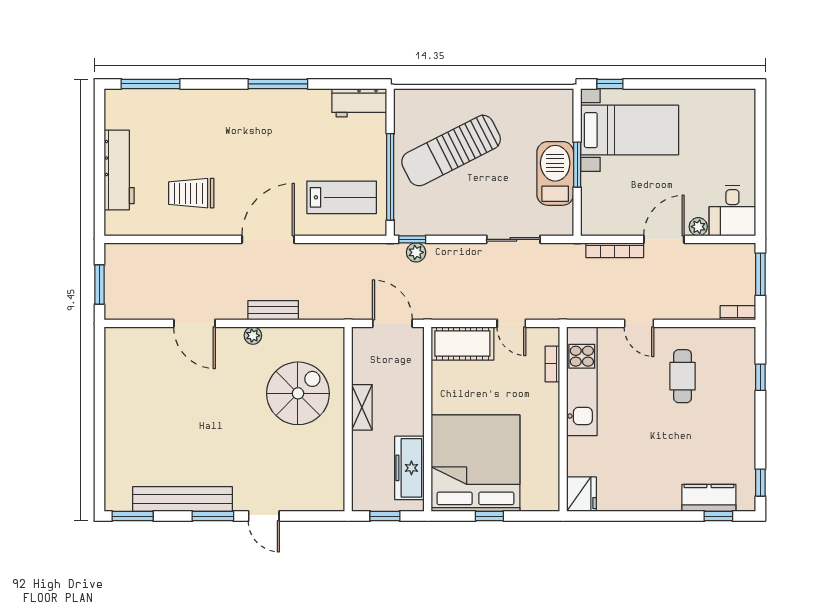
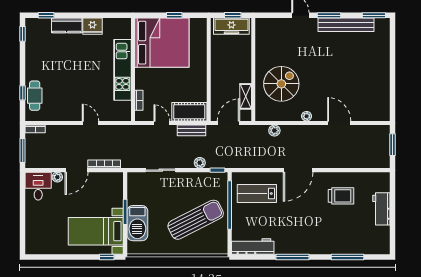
window: (150, 84) -> (347, 257), moved
workbench: (359, 103) -> (253, 246), width x1.37
workbench: (119, 170) -> (381, 209), width x0.73
barbecue: (555, 173) -> (137, 223), moved
plant: (416, 252) -> (200, 163), moved
bench: (273, 310) -> (192, 130), moved
plant: (310, 310) -> (274, 131), added
door: (392, 323) -> (228, 123), swing flipped
cafe table: (683, 376) -> (35, 96), moved
kitchen unit: (582, 381) -> (122, 70), moved
spiral stairs: (298, 393) -> (281, 84), turned 180
shelving: (362, 407) -> (246, 96), moved
bed: (475, 463) -> (162, 43), moved, turned -90
freezer: (409, 468) -> (231, 26), moved, turned 90
fridge: (581, 494) -> (92, 26), moved, turned -90
kitchen counter: (709, 498) -> (67, 25), moved

